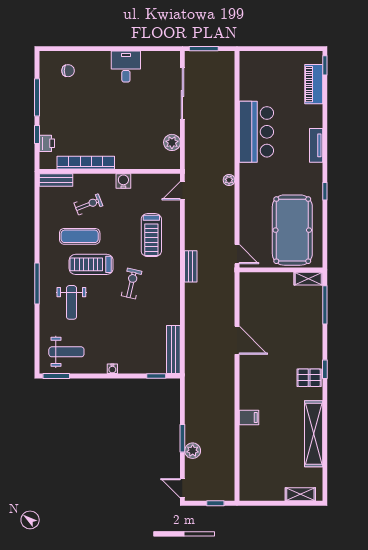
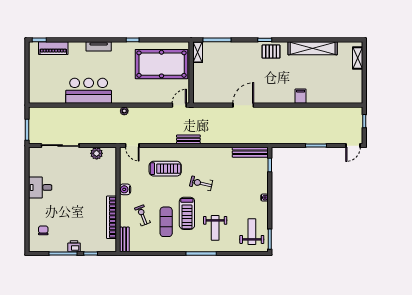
printer: (47, 143) -> (74, 246), moved
weight bench: (71, 302) -> (215, 228), turned 90
pallet: (309, 378) -> (271, 52), turned 90
plant: (193, 451) -> (325, 138), removed

